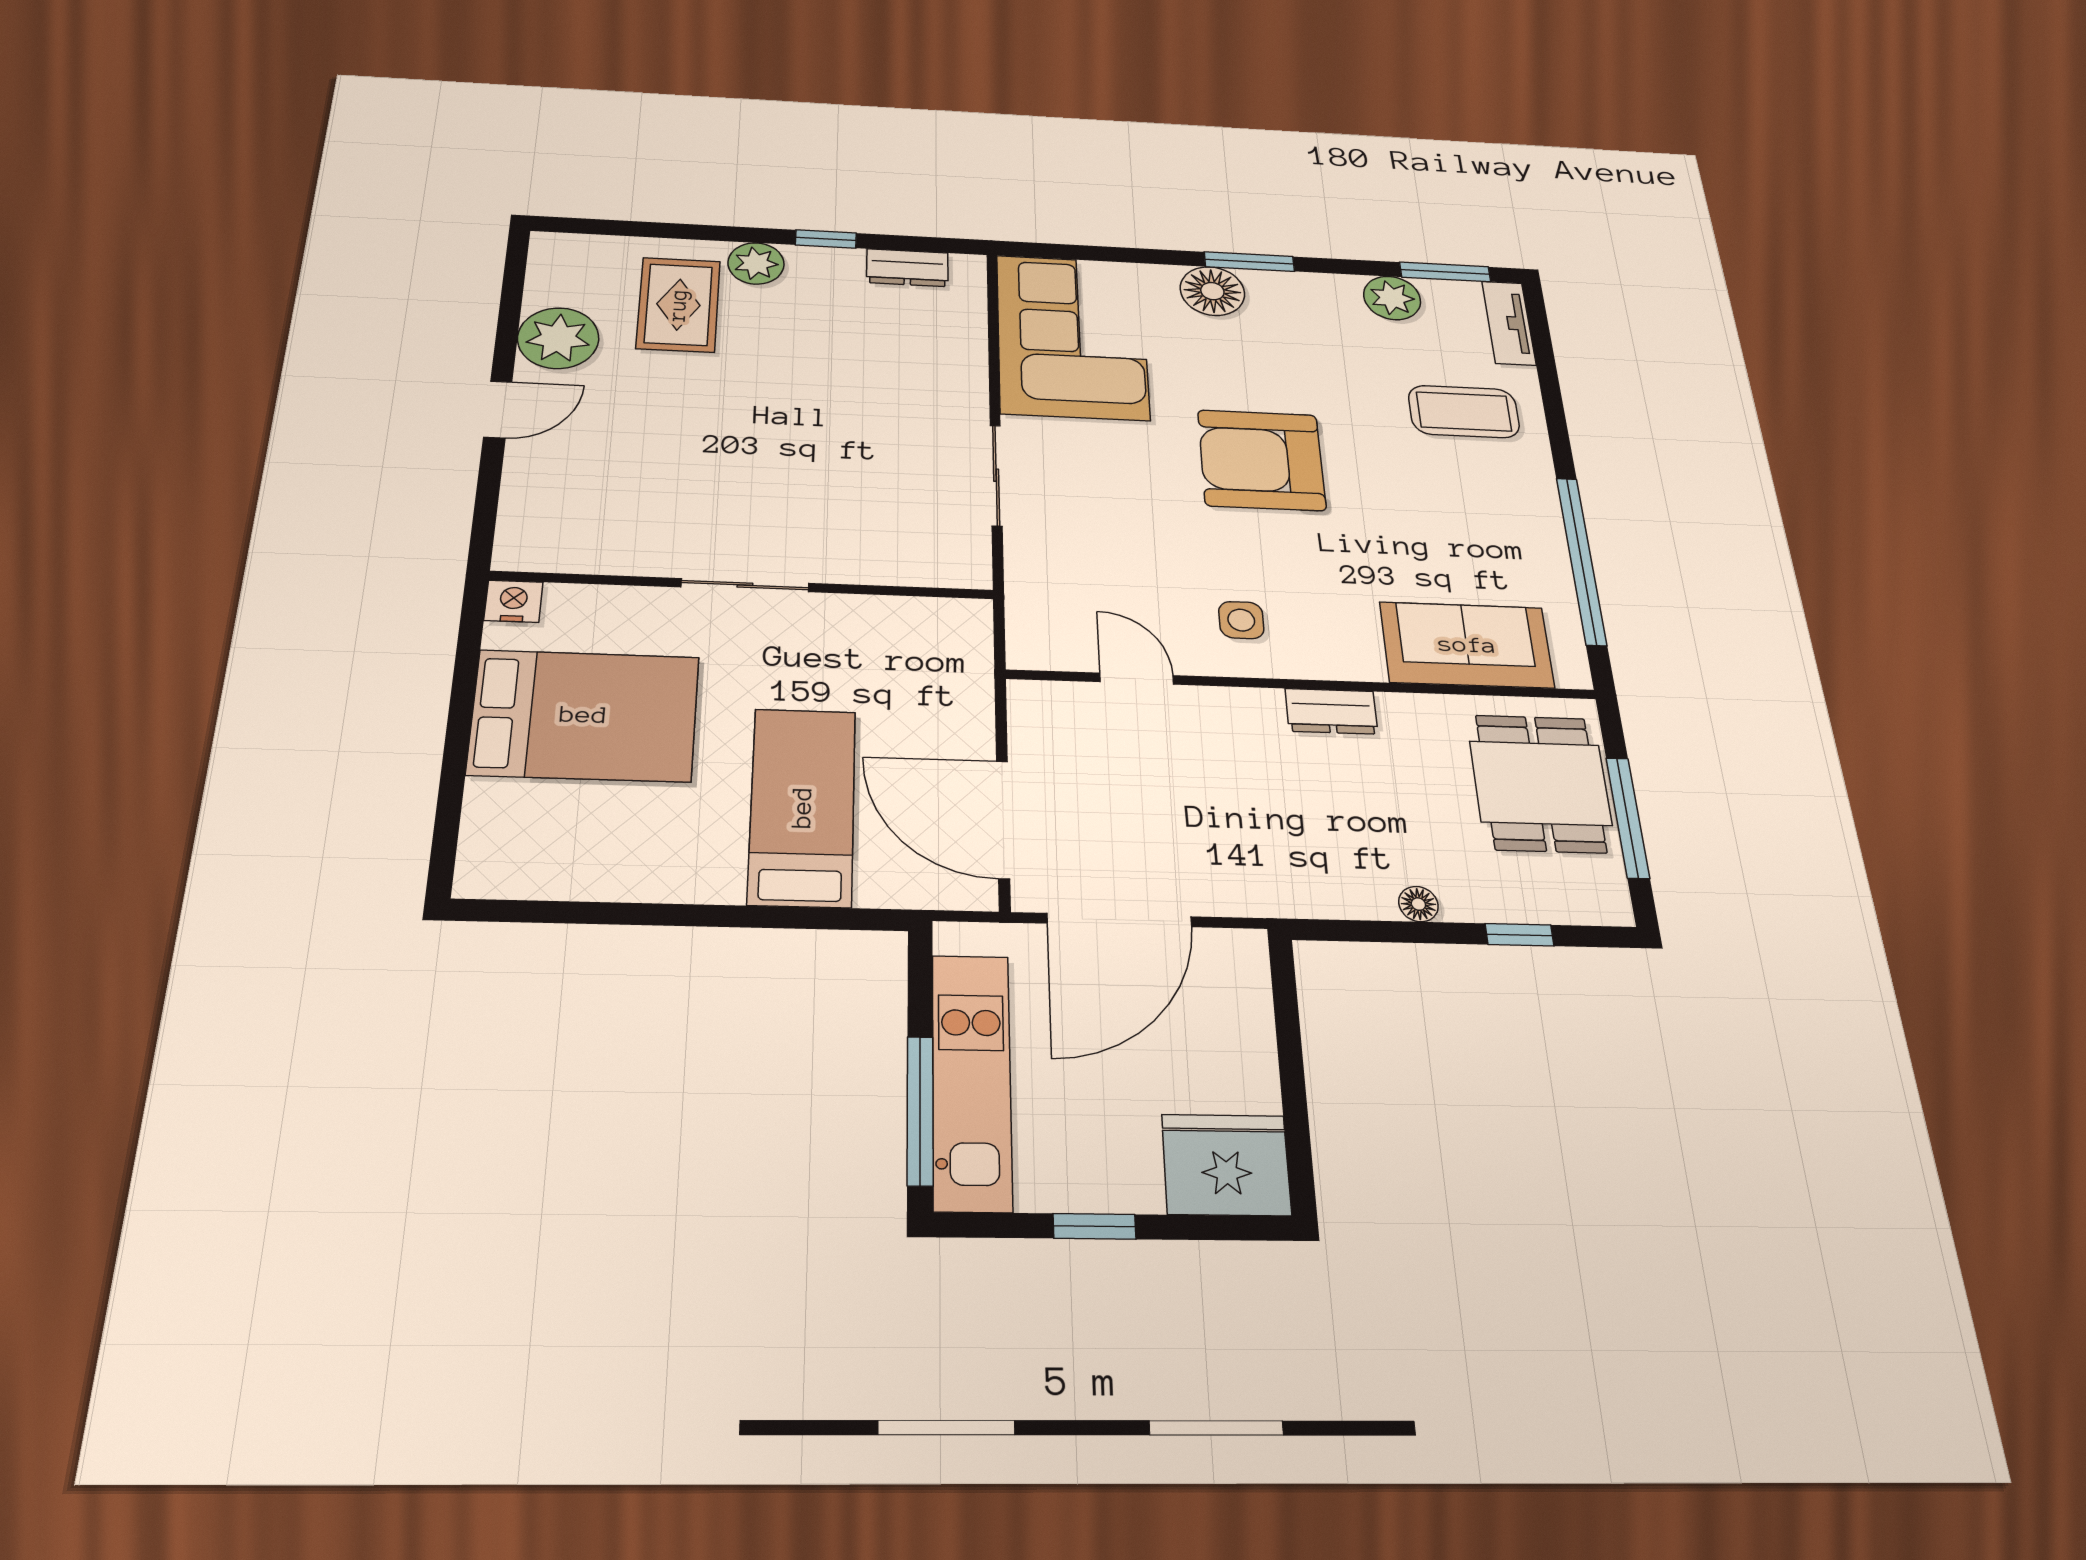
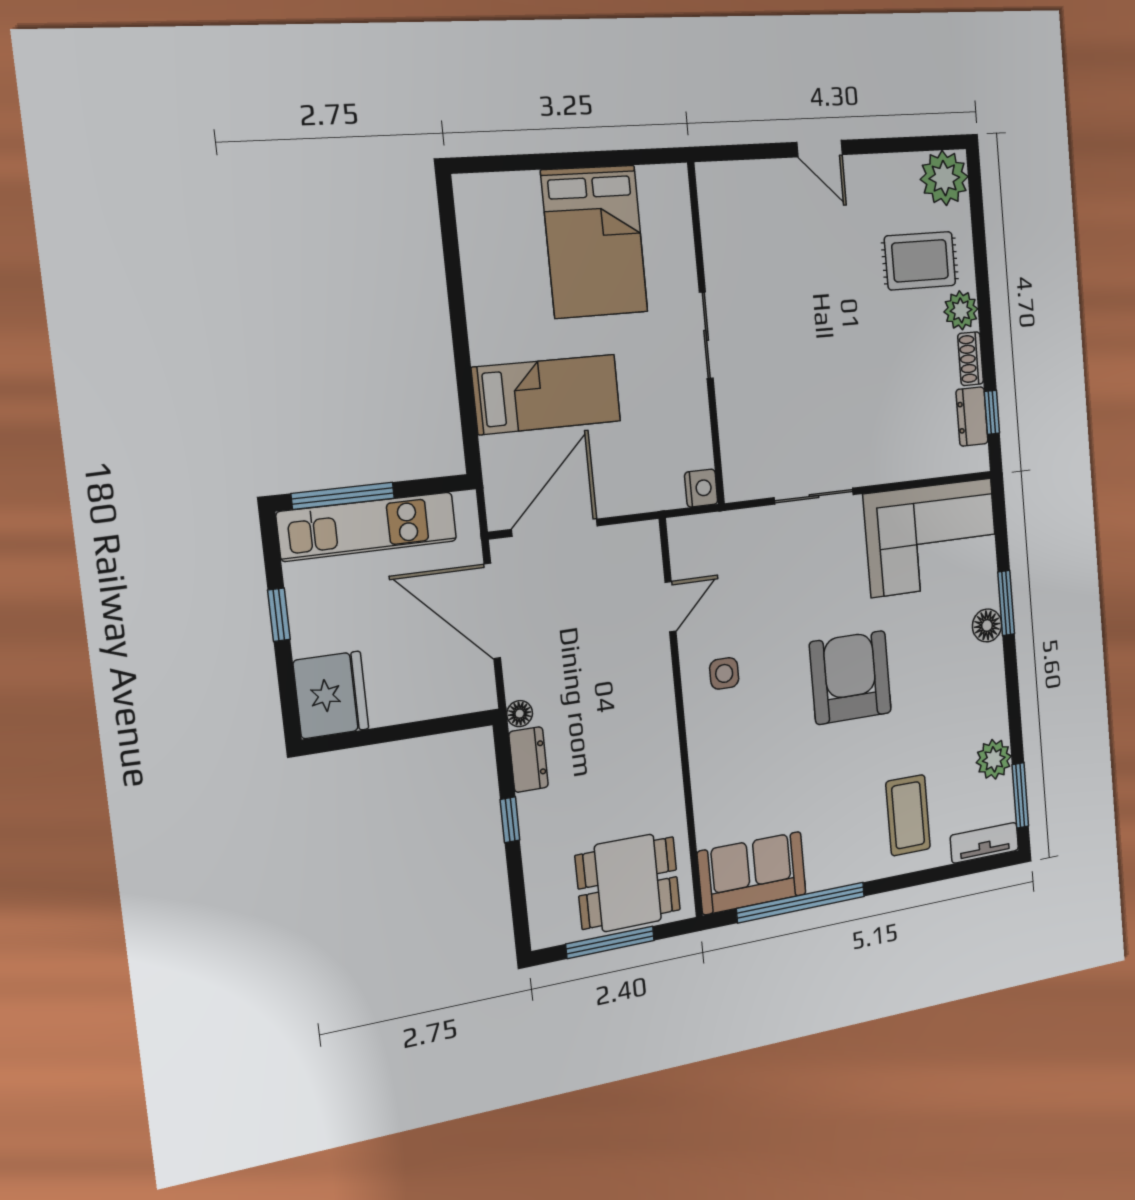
window: (826, 239) -> (992, 412), moved
shoe rack: (826, 260) -> (971, 359), added
window: (1249, 262) -> (1006, 603), moved
floor lamp: (1212, 291) -> (987, 625), width x0.73, depth x0.73
plant: (558, 338) -> (944, 178), moved
nightstand: (513, 601) -> (701, 488), moved
sofa: (1467, 645) -> (752, 873), moved, turned -90
dresser: (1331, 711) -> (529, 760), moved, turned 180
floor lamp: (1418, 904) -> (520, 714), moved
window: (1520, 935) -> (510, 820), moved

